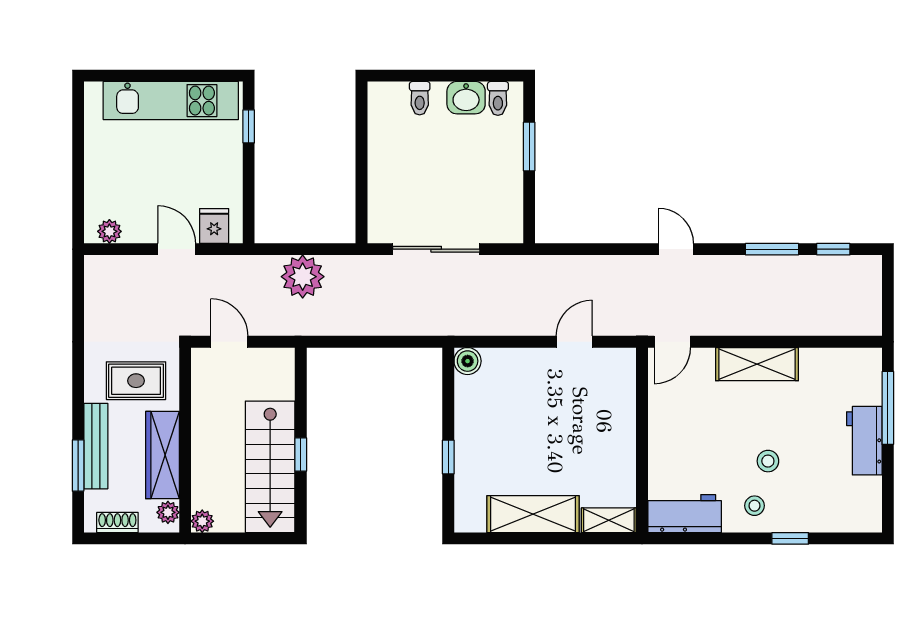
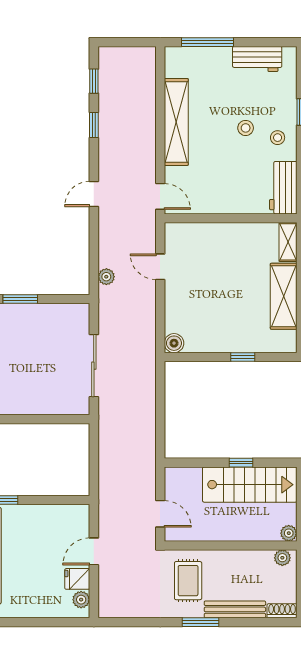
fridge: (214, 226) -> (77, 579), moved
window: (772, 249) -> (94, 125), width x0.67
plant: (303, 277) -> (106, 277), moved, width x0.53, depth x0.53
door: (229, 342) -> (160, 514), swing flipped
shelving: (757, 364) -> (176, 122), width x1.47
workbench: (864, 441) -> (257, 59), moved
wardrobe: (162, 455) -> (241, 562), removed
window: (78, 466) -> (201, 622), moved
shoe rack: (117, 523) -> (282, 611), moved, turned 90

